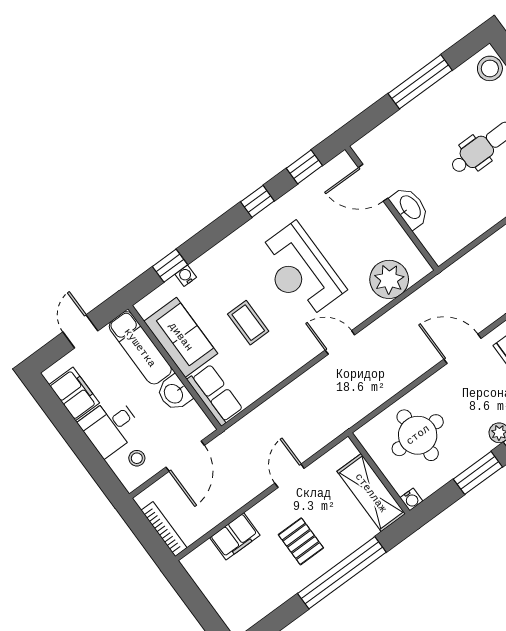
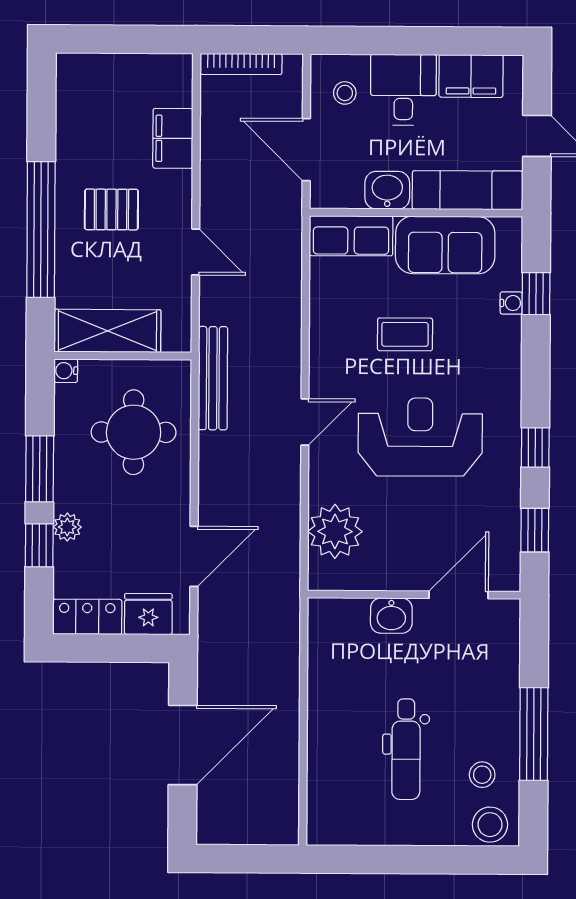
stool: (465, 94) -> (482, 775), added
washbasin: (410, 208) -> (391, 616), width x0.72
bench: (354, 413) -> (213, 378), added

